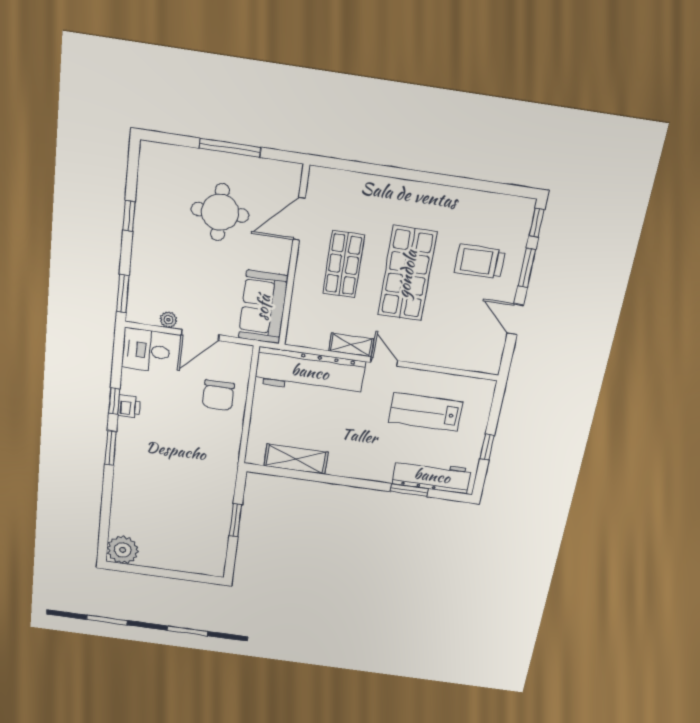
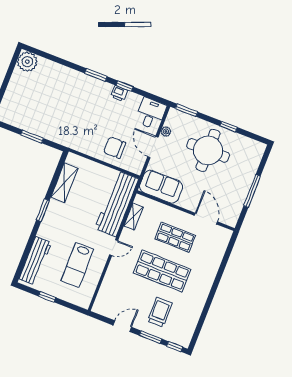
round table: (220, 212) -> (208, 150), moved, width x1.36, depth x1.36
shelving: (351, 345) -> (133, 216), moved
lab bench: (425, 412) -> (77, 265), turned 180
window: (409, 490) -> (43, 210), moved

